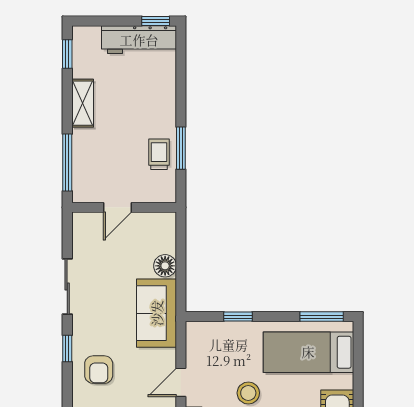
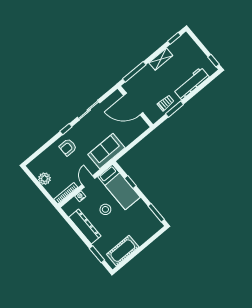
workbench: (139, 40) -> (191, 83), moved, turned 90
door: (117, 207) -> (133, 104), width x1.87
floor lamp: (165, 266) -> (126, 140), removed
bed: (308, 352) -> (119, 187), moved, turned 180
door: (181, 382) -> (89, 181), hinge flipped

